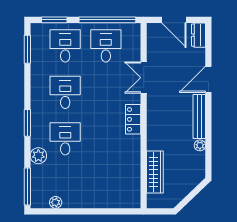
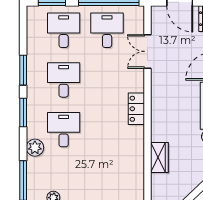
window: (27, 49) -> (23, 70), moved
double door: (144, 78) -> (147, 51), moved
wardrobe: (155, 172) -> (159, 157), width x0.67

